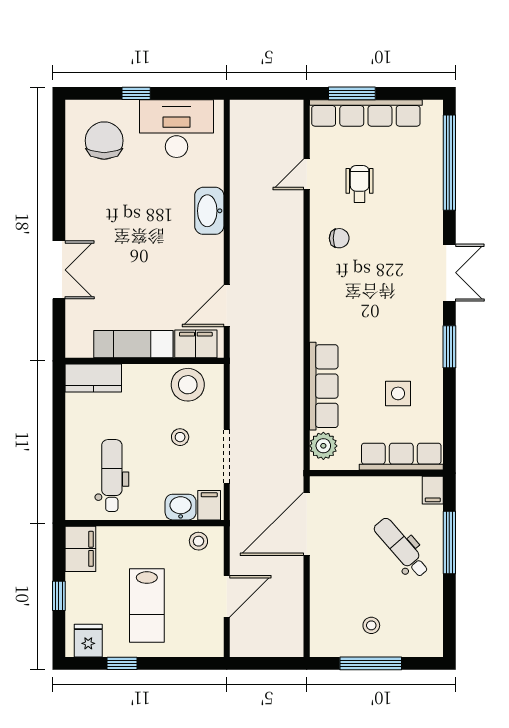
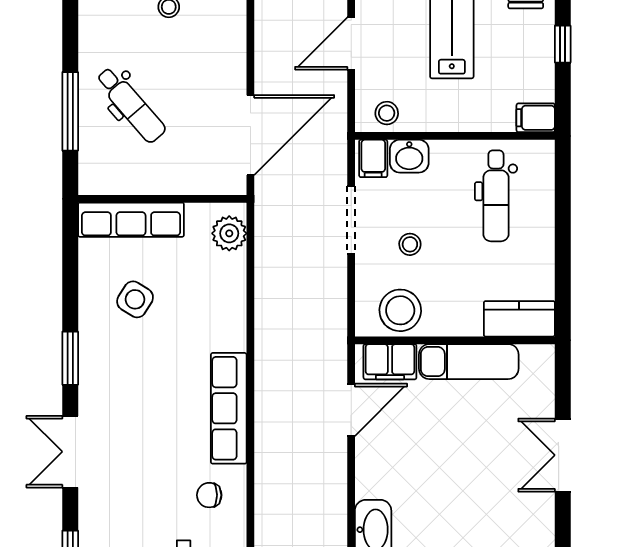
row of seats: (324, 386) -> (229, 408), moved
side table: (398, 393) -> (135, 299), turned 32
filing cabinet: (433, 490) -> (91, 177), removed
filing cabinet: (80, 549) -> (536, 118), width x0.50

